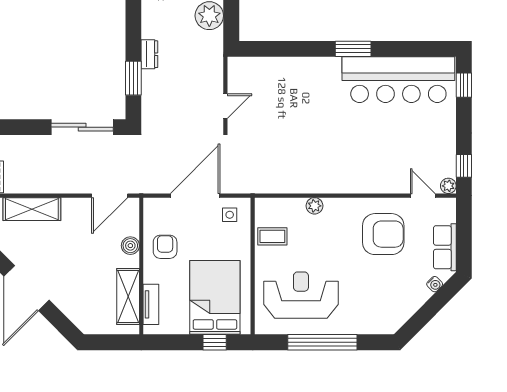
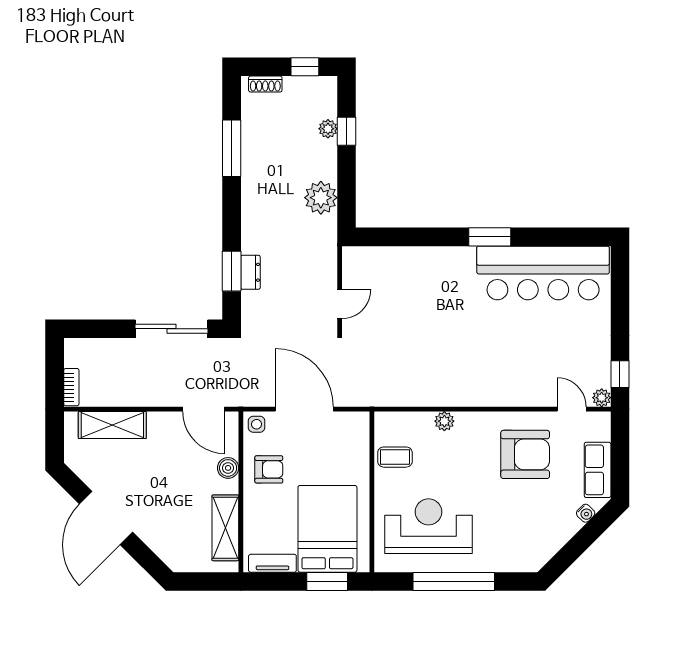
dresser: (149, 54) -> (250, 272), moved
window: (464, 85) -> (620, 279), removed
door: (110, 196) -> (204, 409), hinge flipped
door: (195, 196) -> (304, 409), hinge flipped
side table: (230, 215) -> (257, 424), moved
armchair: (165, 247) -> (269, 469), turned 90
tv unit: (151, 304) -> (272, 563), moved, turned -90
window: (215, 342) -> (327, 582), width x1.50

